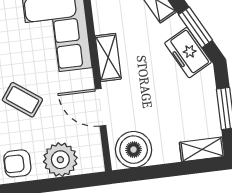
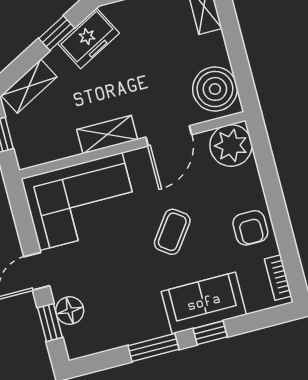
window: (196, 27) -> (57, 33), width x0.67
plant: (60, 160) -> (231, 145), moved

